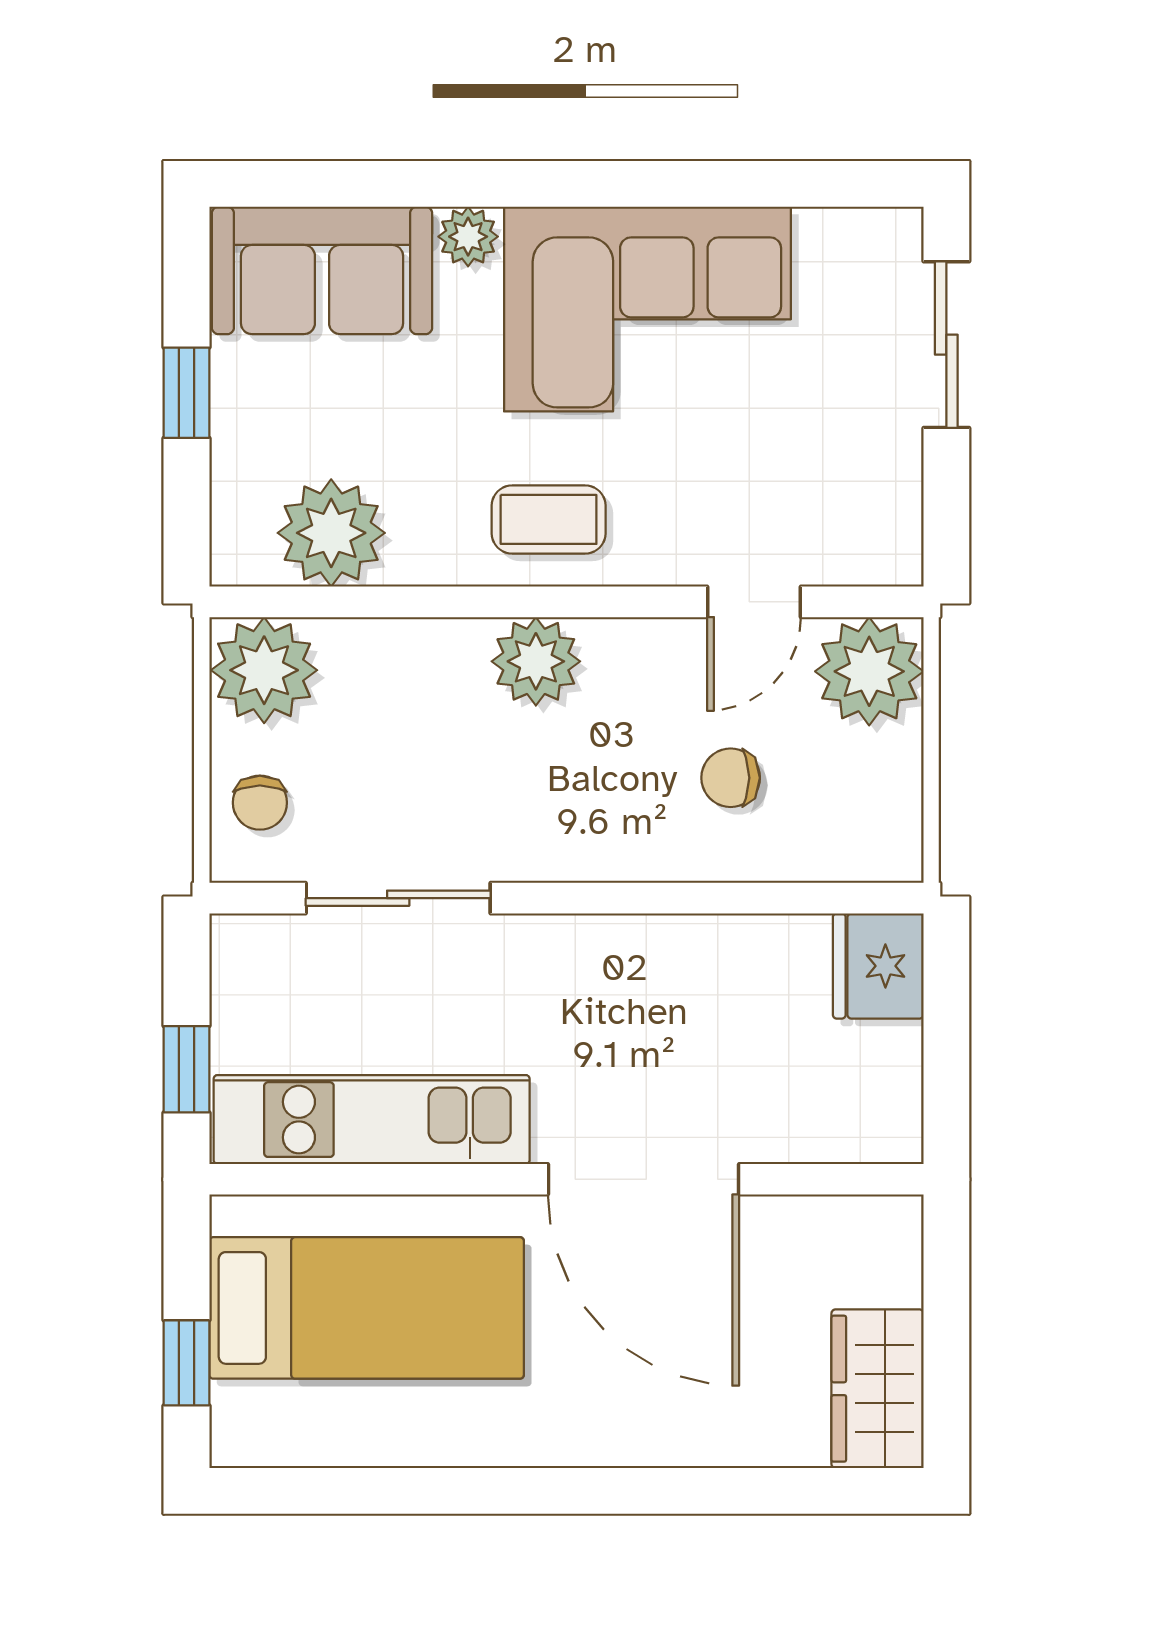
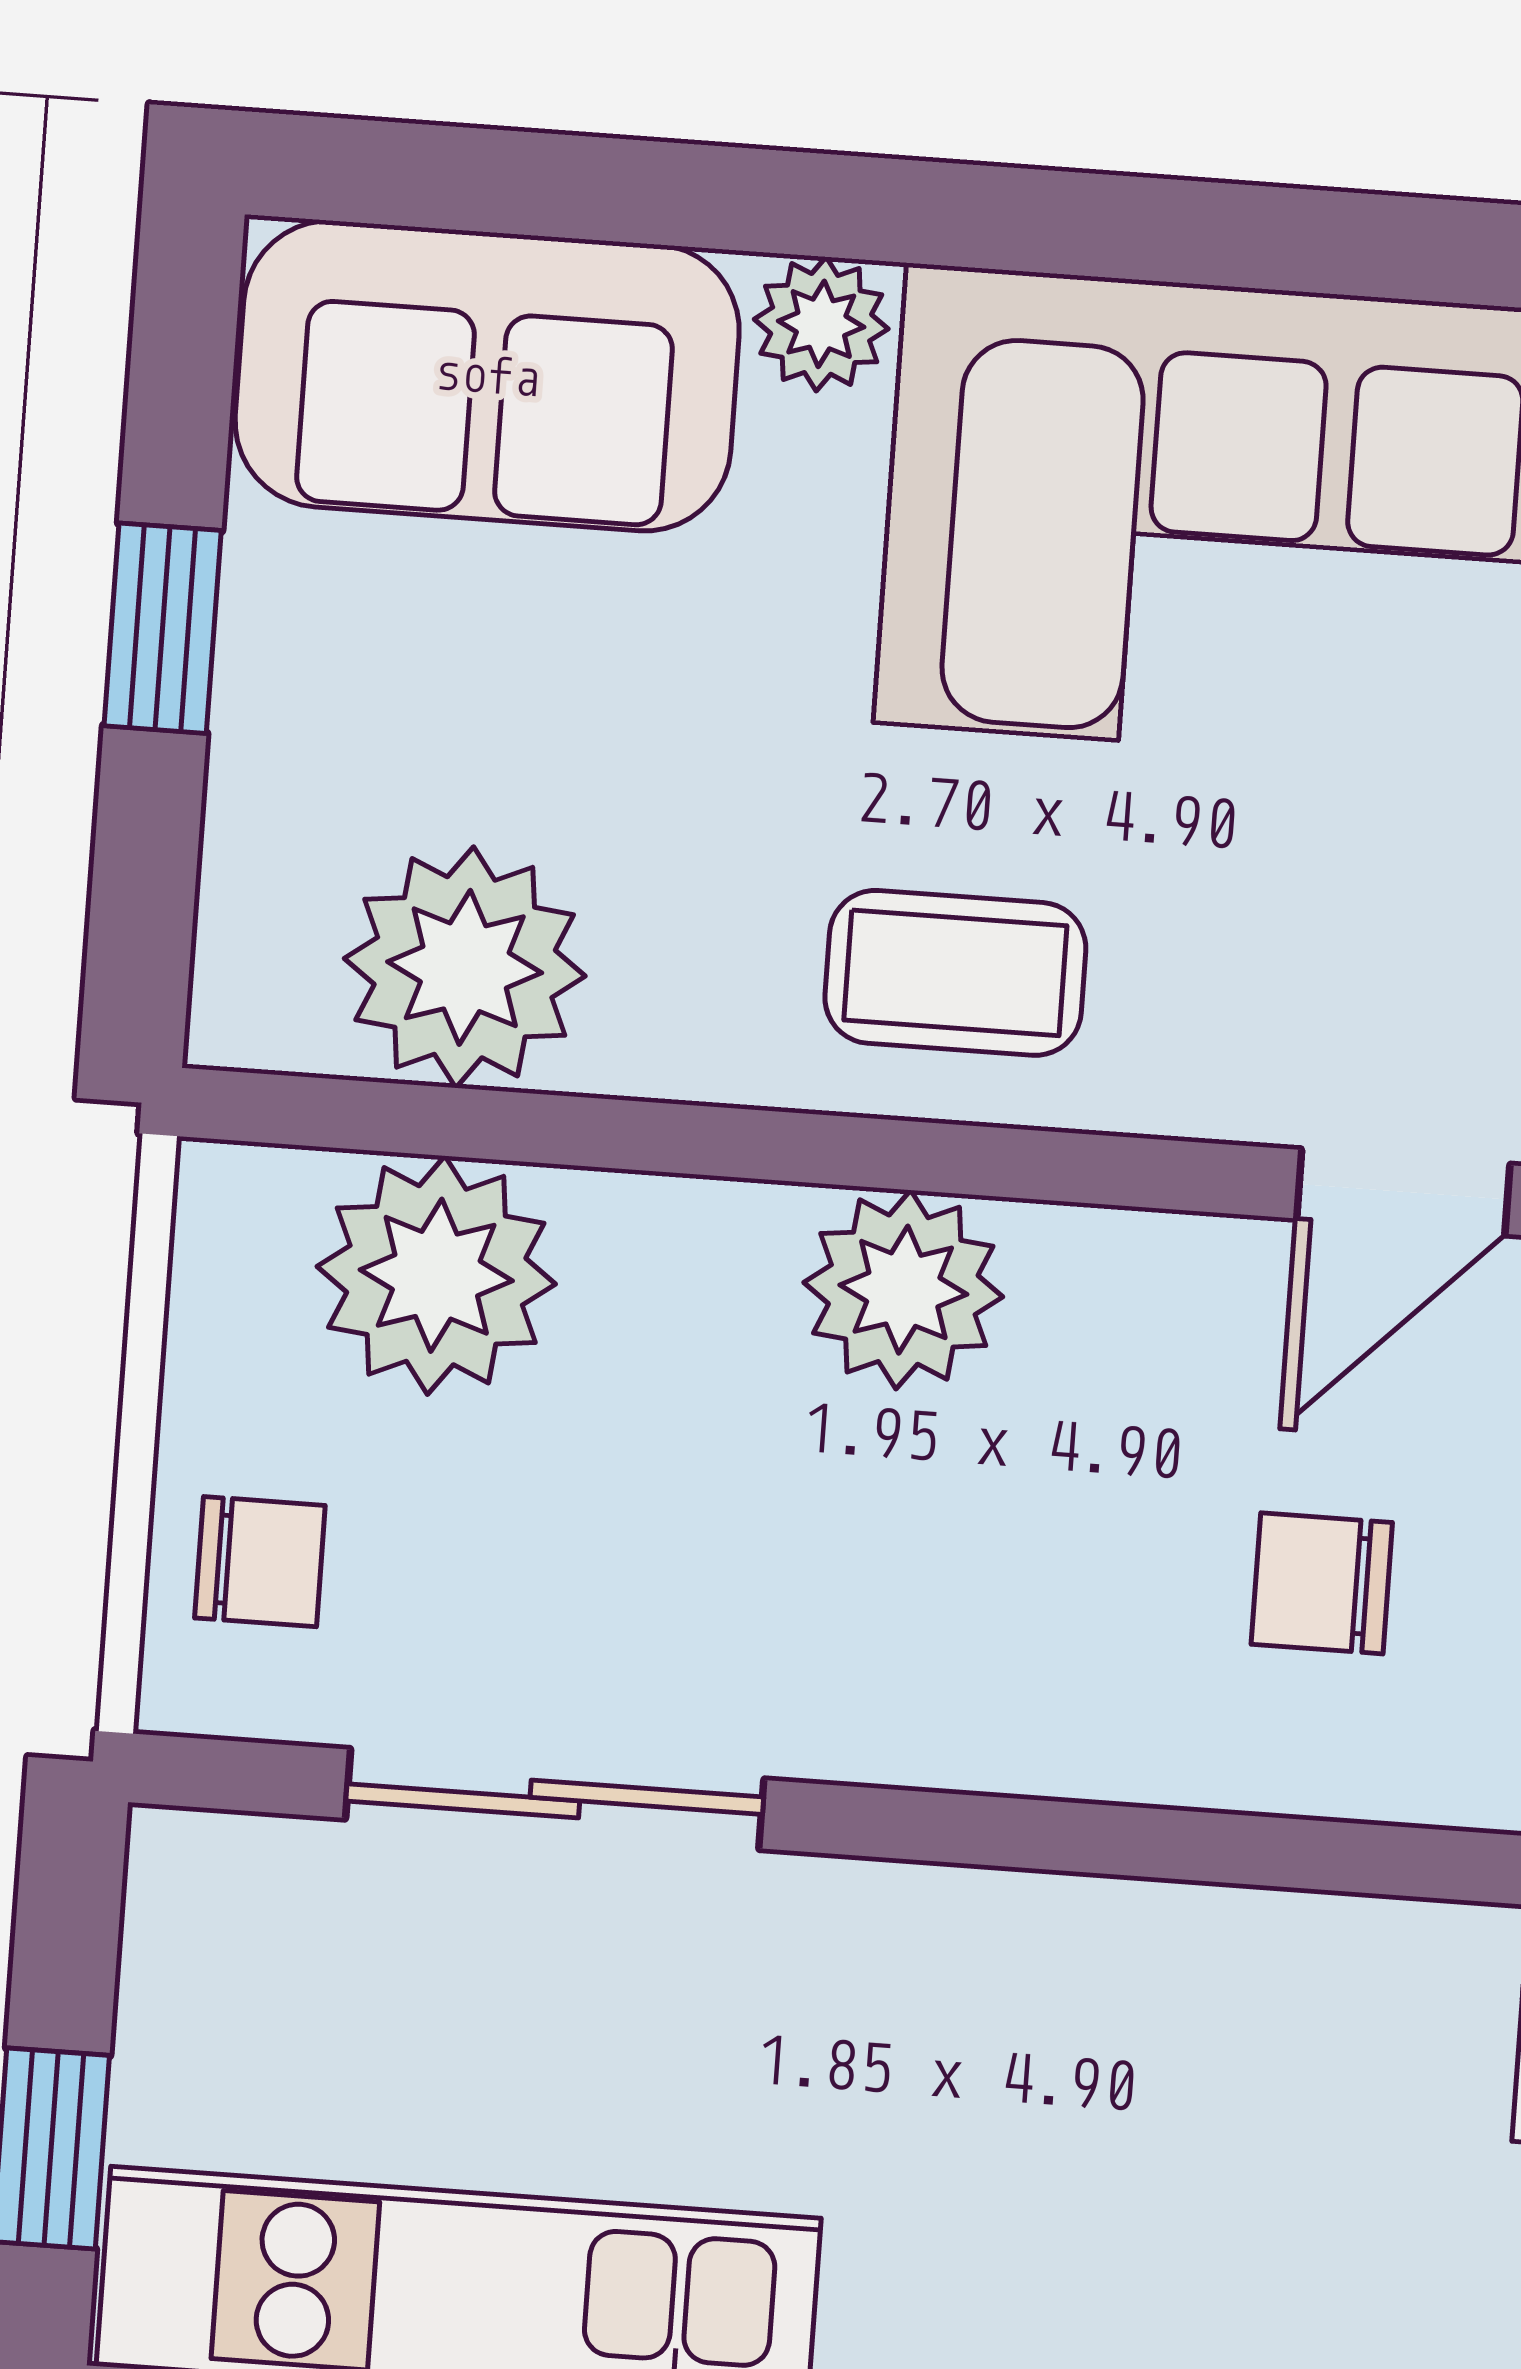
plant: (264, 670) -> (436, 1275), moved
chair: (260, 803) -> (260, 1562), turned -90

